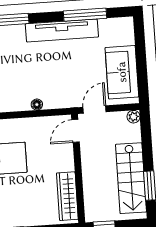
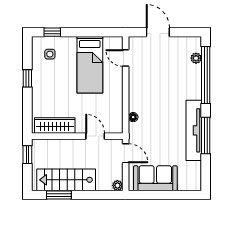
window: (85, 15) -> (206, 135), moved
floor lamp: (37, 105) -> (133, 117), moved
door: (76, 131) -> (95, 136), moved

